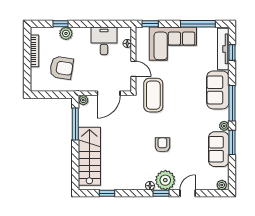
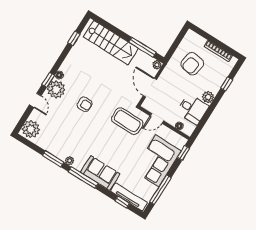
plant: (66, 33) -> (208, 97), moved
sofa: (219, 149) -> (54, 145), removed
plant: (222, 185) -> (31, 129), width x1.88, depth x1.88

